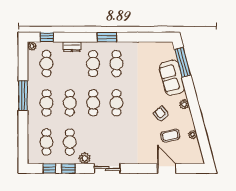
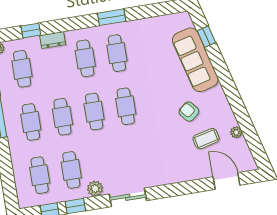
window: (47, 37) -> (31, 31), moved
window: (107, 37) -> (112, 17), moved
window: (183, 62) -> (206, 37), width x0.46
sofa: (172, 78) -> (195, 60), width x1.36
plant: (184, 104) -> (218, 93), removed
door: (167, 168) -> (227, 181), moved

